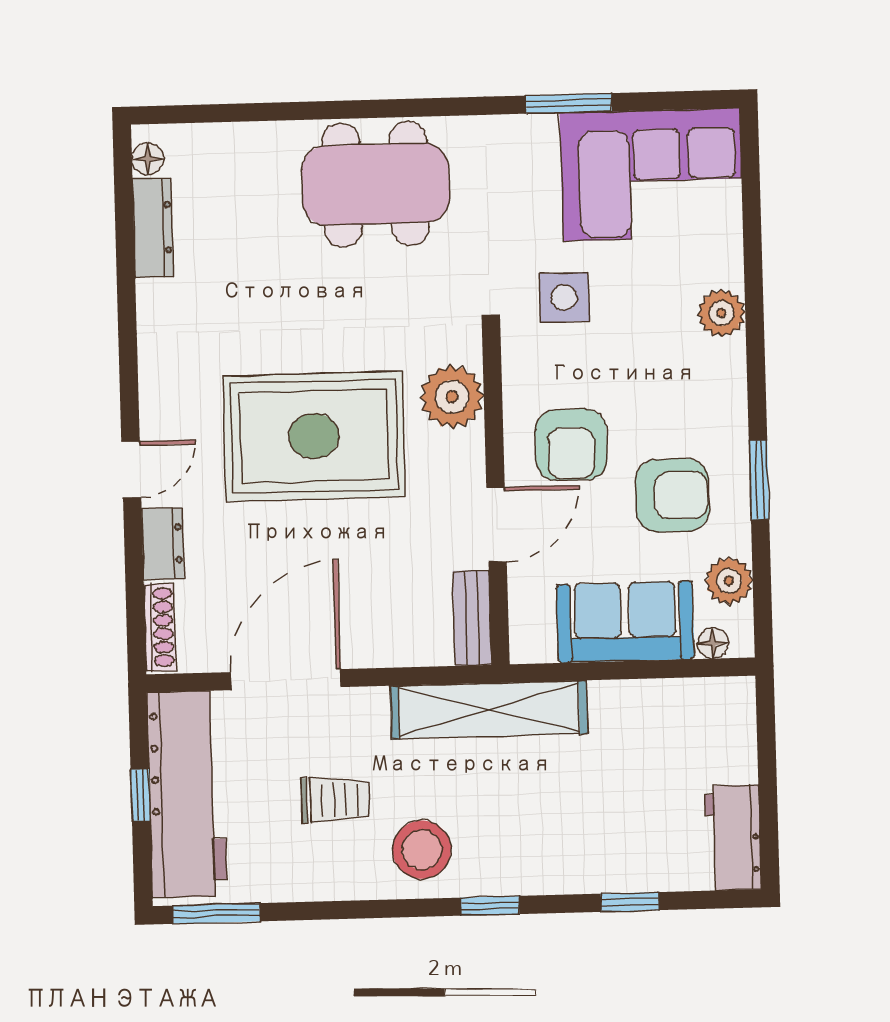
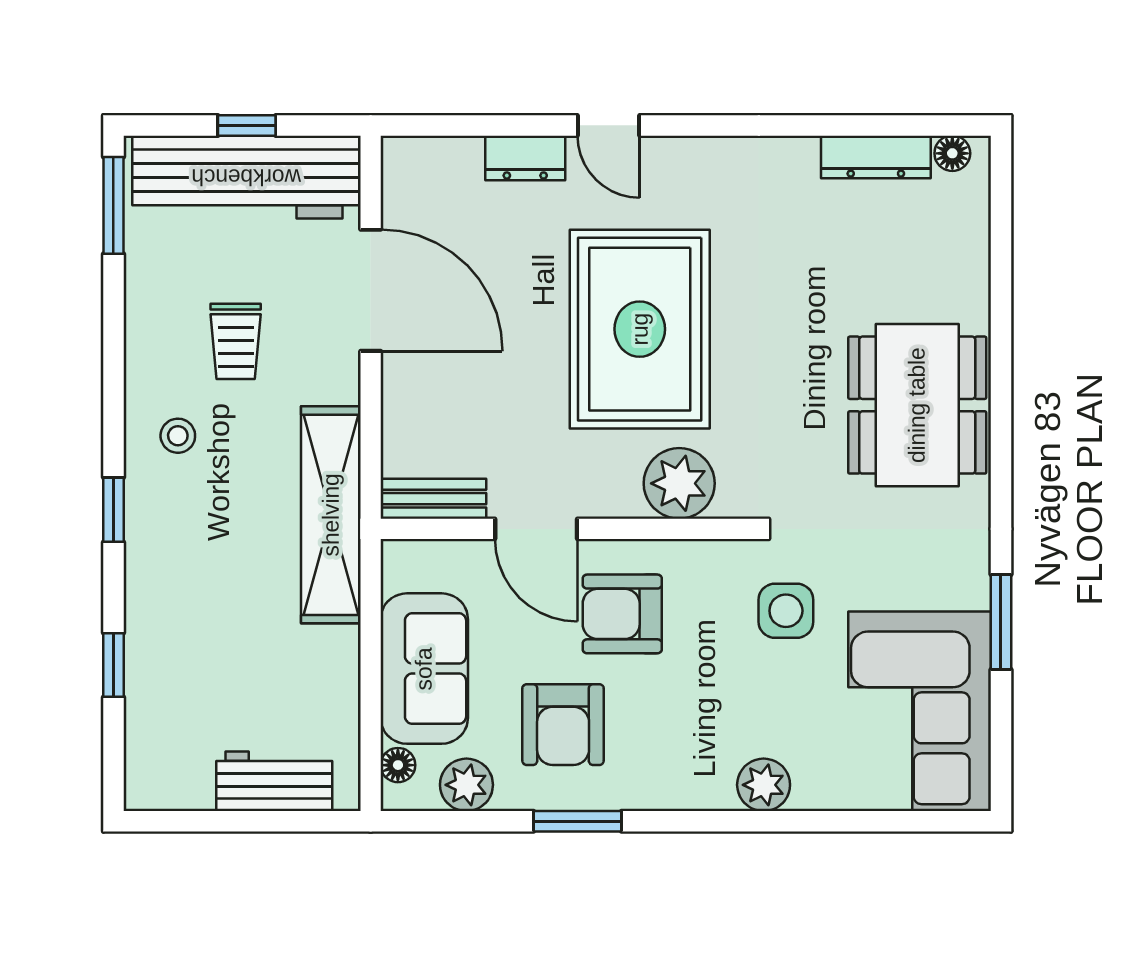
shoe rack: (160, 627) -> (433, 152), removed
workbench: (733, 838) -> (274, 781), moved
stool: (422, 850) -> (178, 436), width x0.53, depth x0.53

